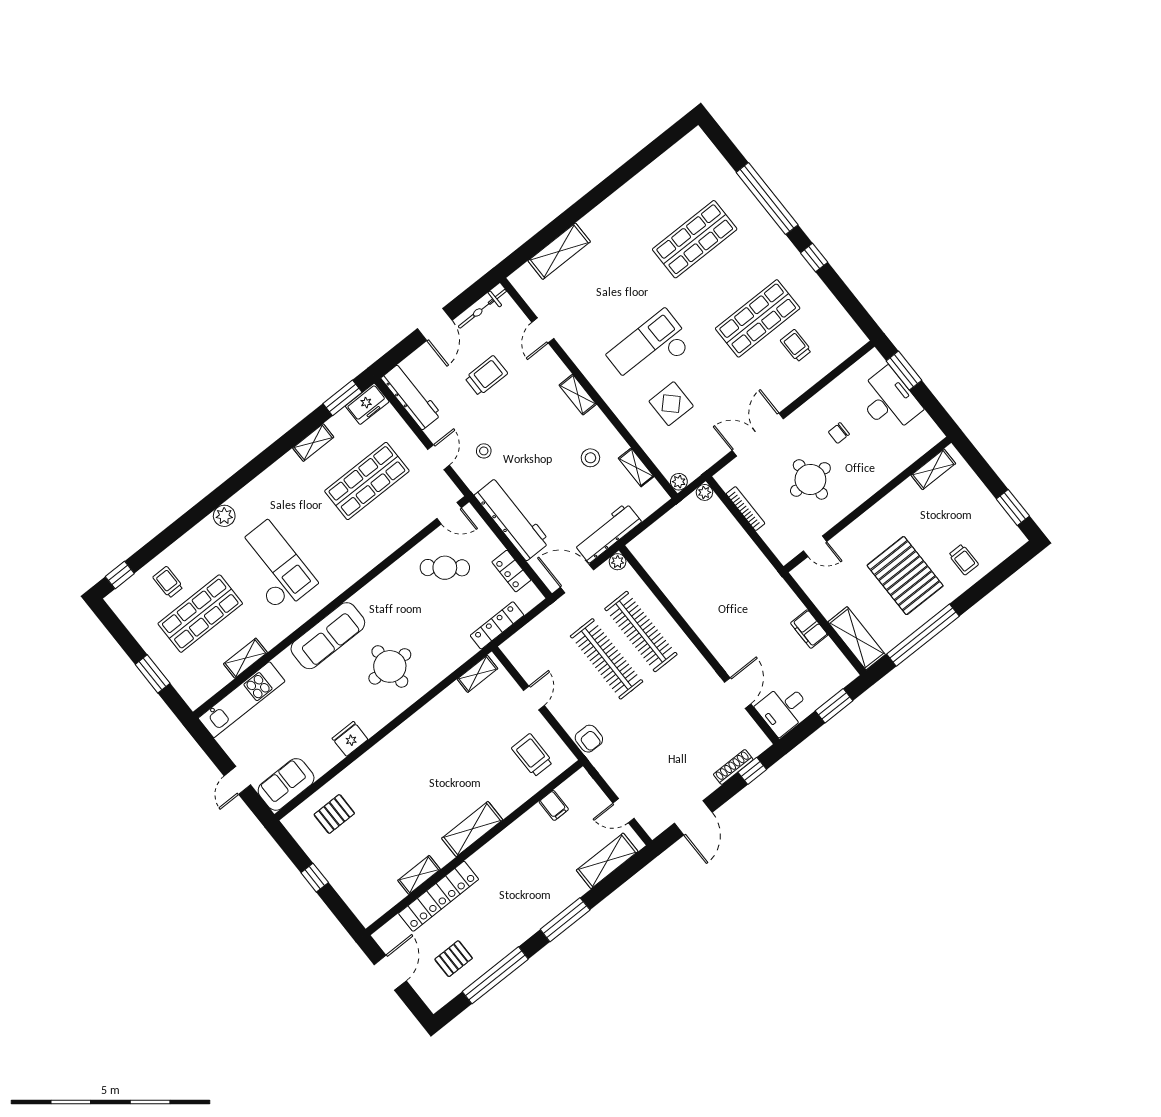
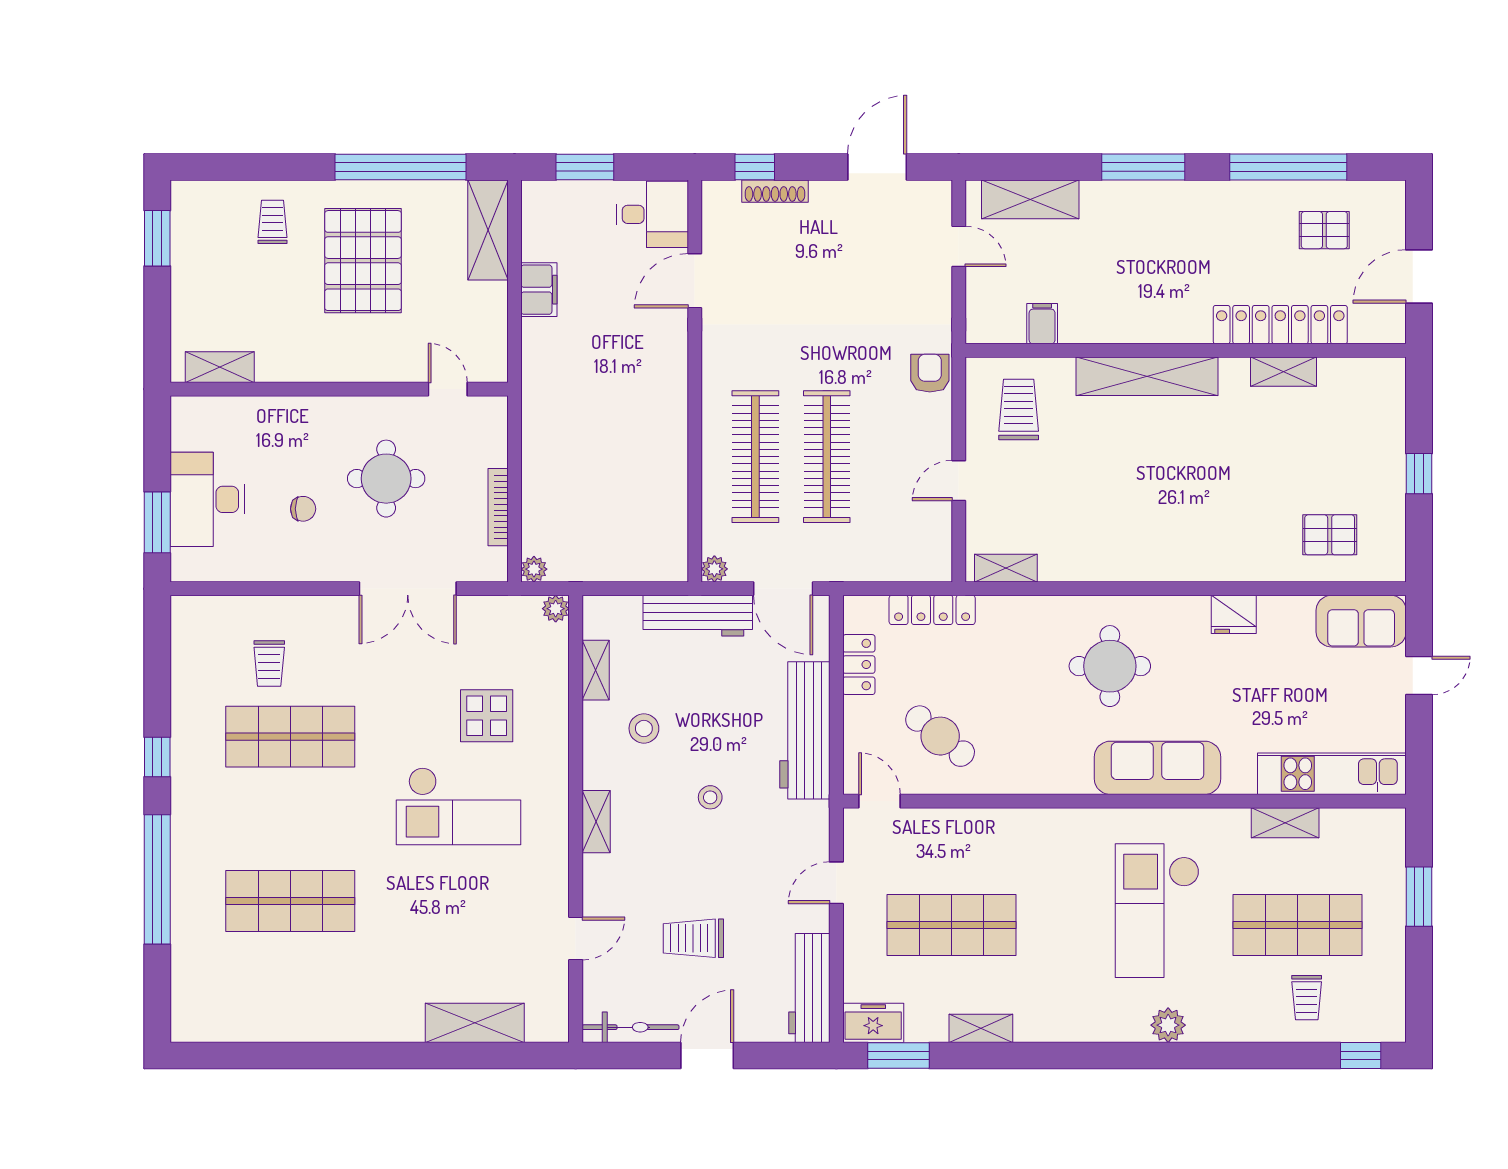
stool: (484, 451) -> (710, 797), moved
trolley: (532, 755) -> (1019, 409), turned 180
shelving: (472, 829) -> (1147, 376), width x1.47

